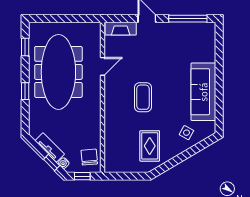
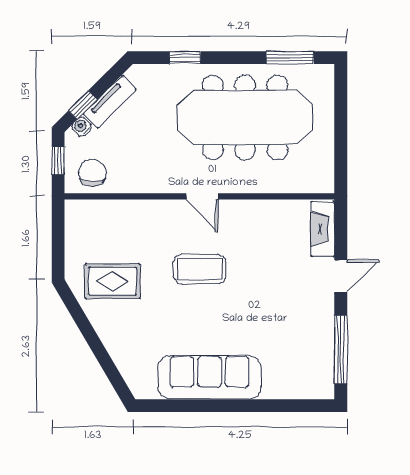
window: (25, 47) -> (290, 58), width x1.50
door: (103, 66) -> (202, 196), moved
window: (25, 91) -> (185, 58), moved
side table: (186, 133) -> (136, 347), removed
chair: (89, 157) -> (92, 173), turned -85

